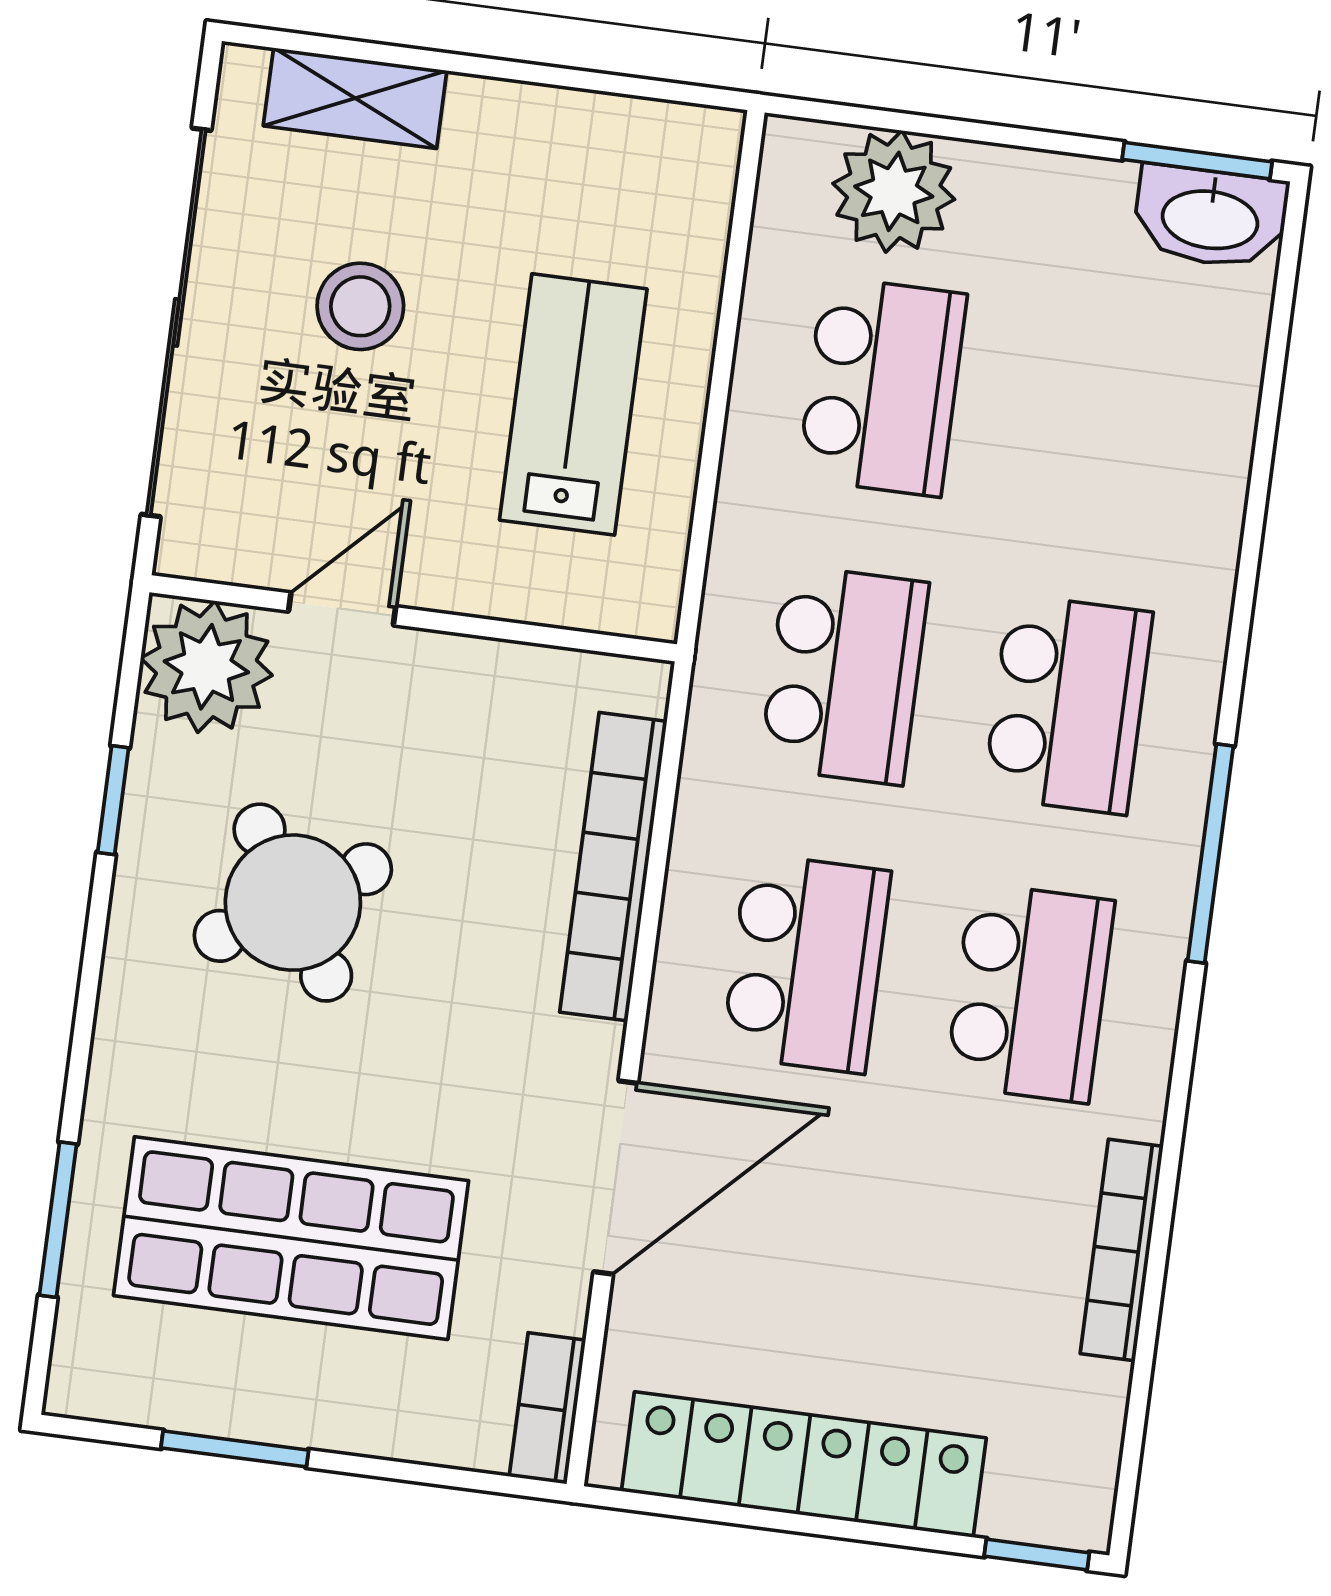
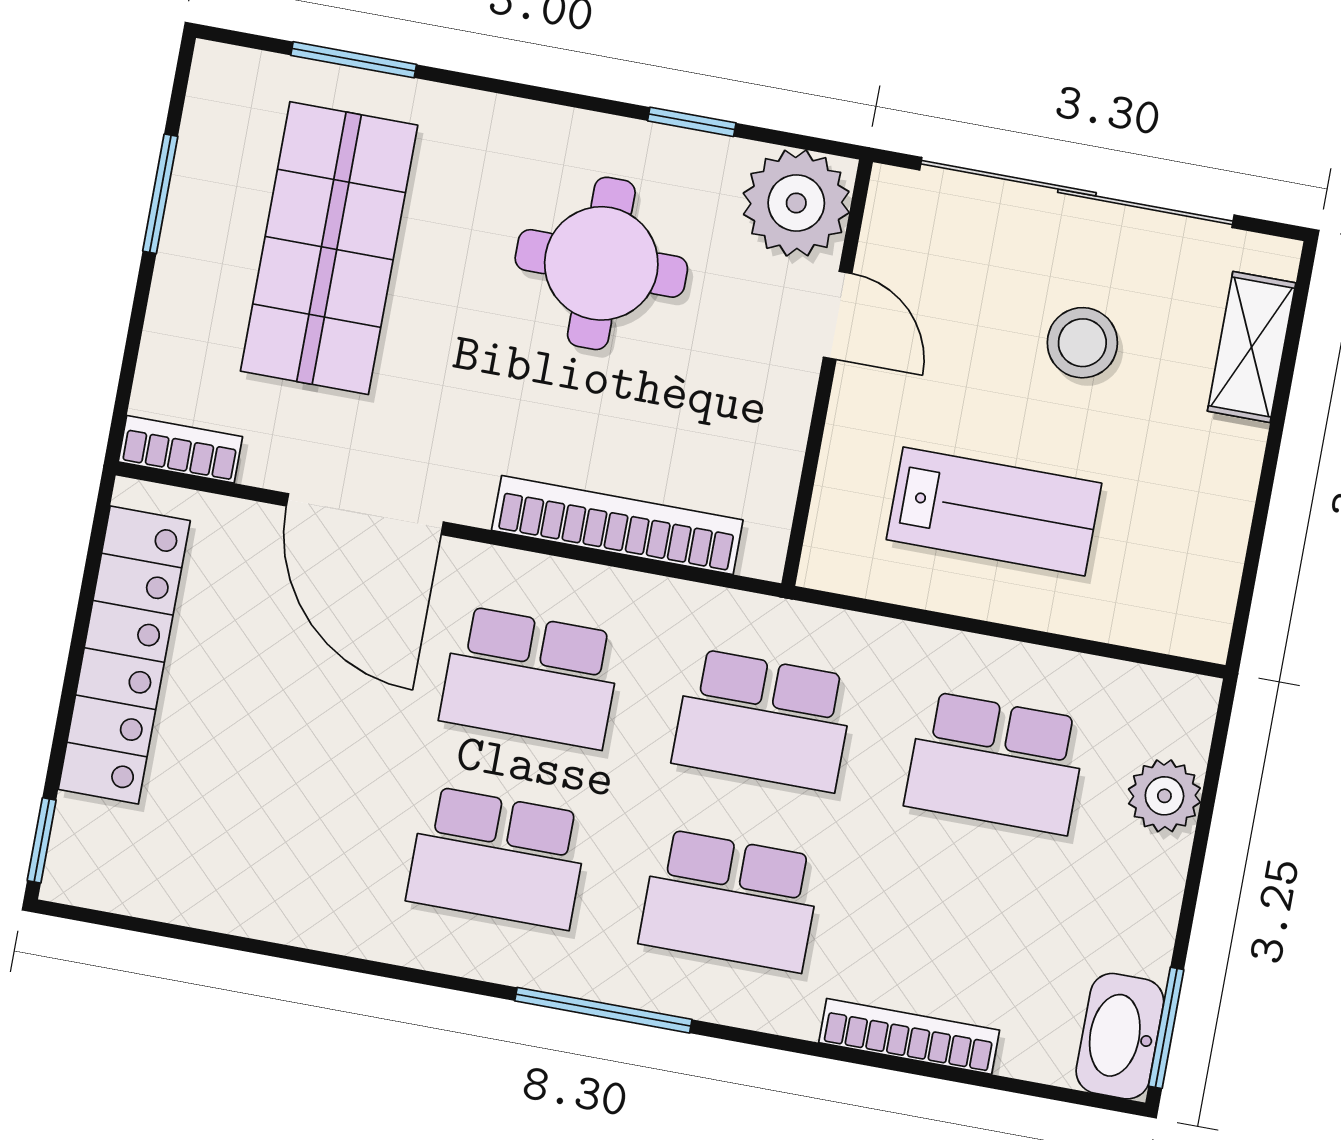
plant: (894, 191) -> (1164, 796), width x0.73, depth x0.73
round table: (293, 903) -> (601, 263), turned 32
bookcase: (1122, 1250) -> (909, 1036), moved

